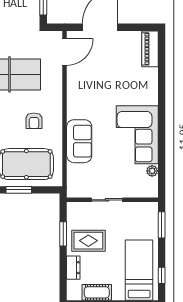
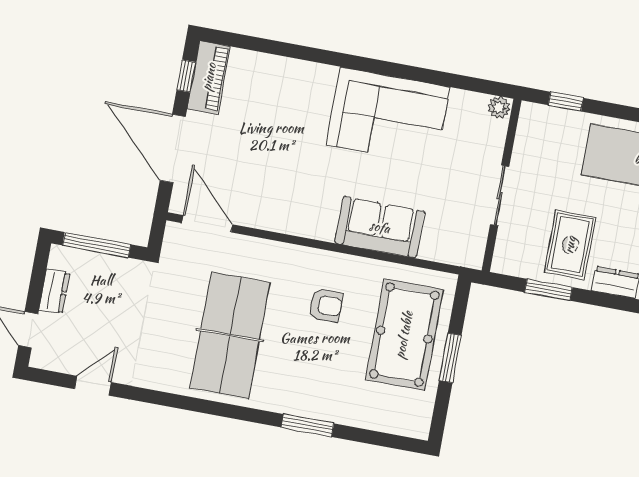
window: (139, 27) -> (186, 76), added
piano: (150, 49) -> (209, 77), moved, turned -90
plant: (152, 171) -> (499, 107), moved
window: (162, 225) -> (566, 102), width x0.67

